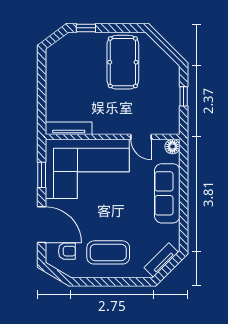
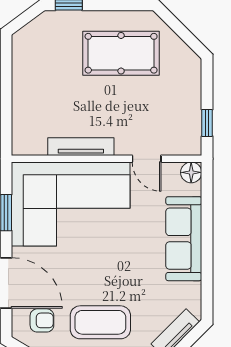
pool table: (123, 62) -> (121, 53), turned 90
window: (184, 96) -> (207, 123), moved
tv unit: (69, 128) -> (81, 147), moved

